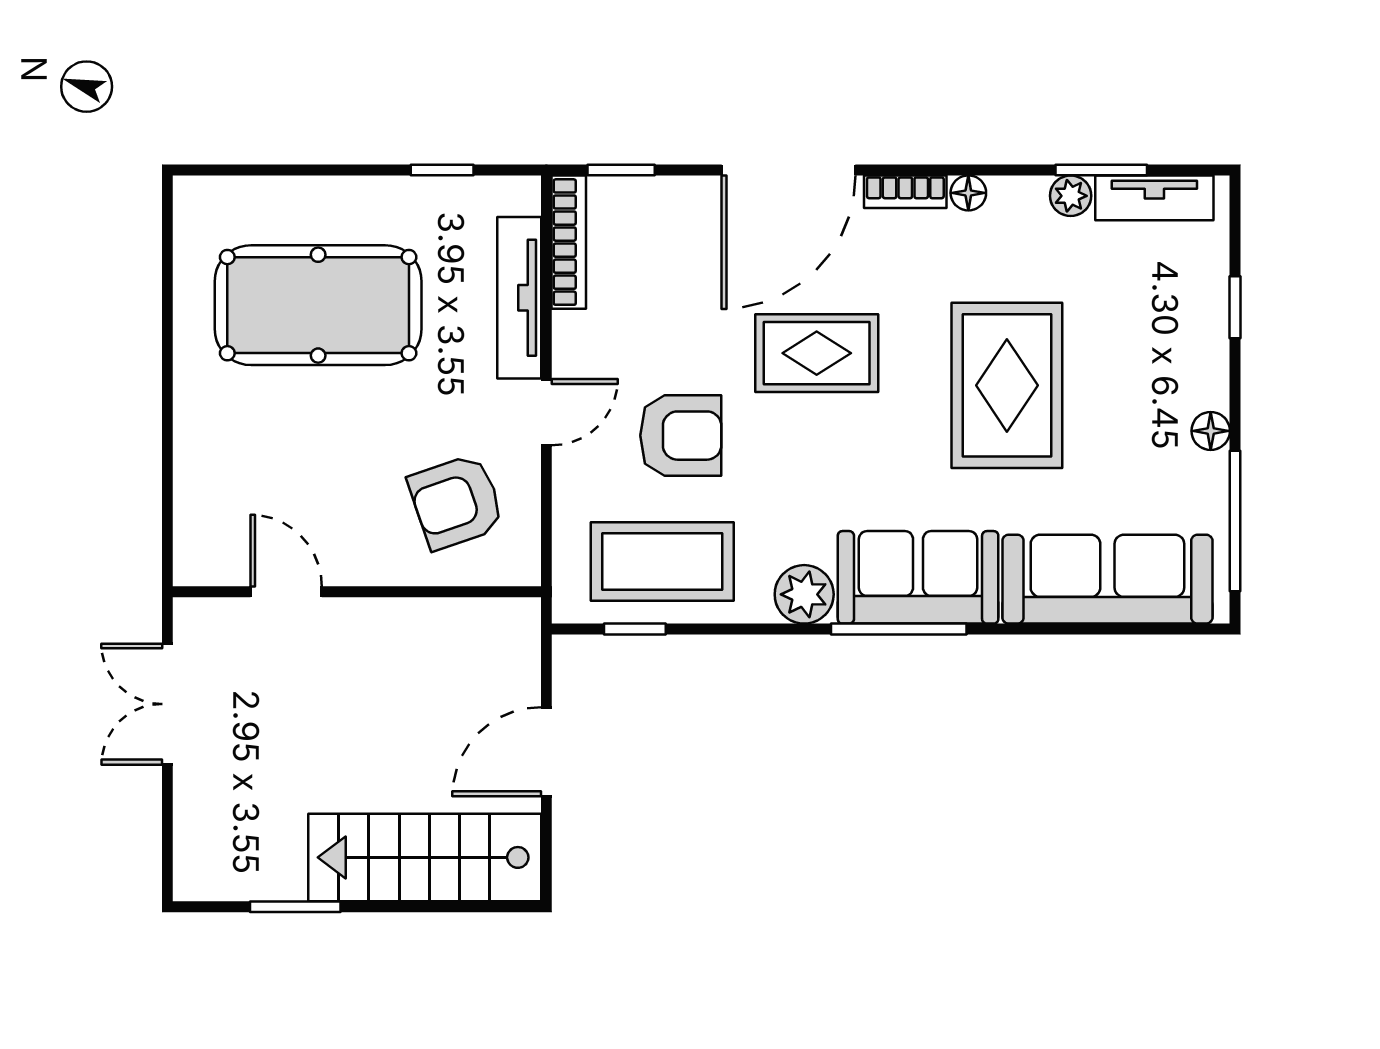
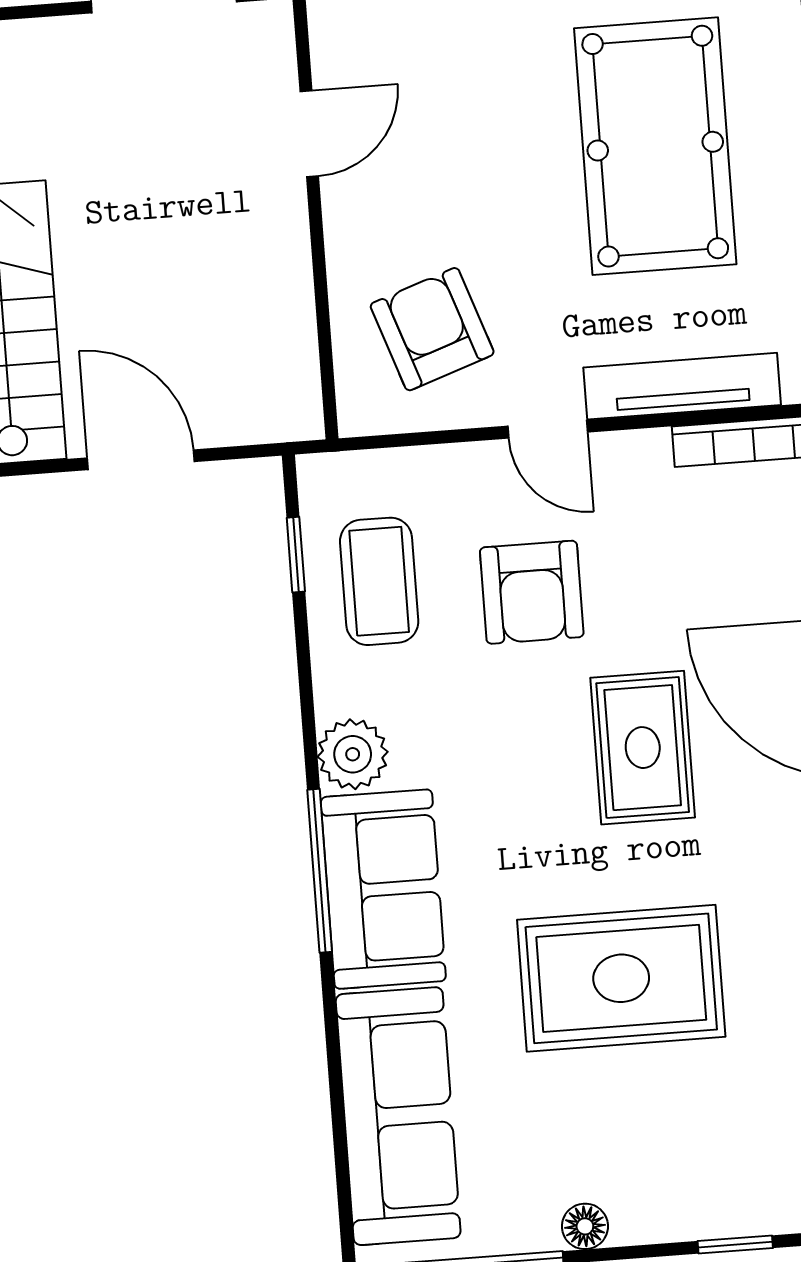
coffee table: (662, 562) -> (379, 581), width x0.73, depth x0.76

